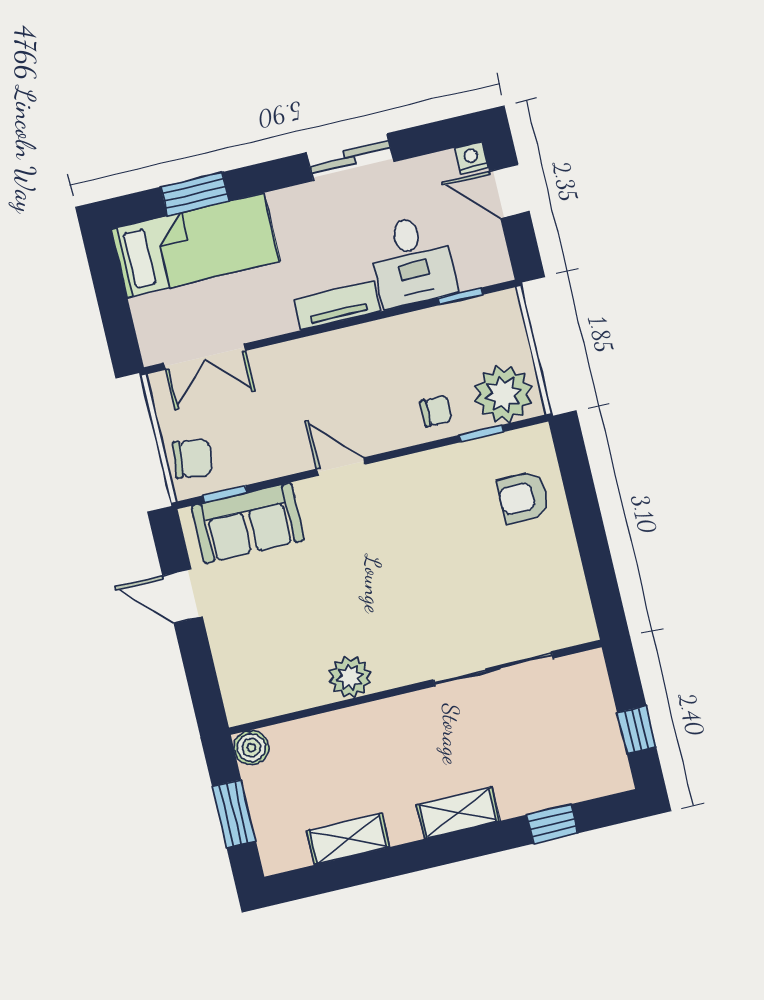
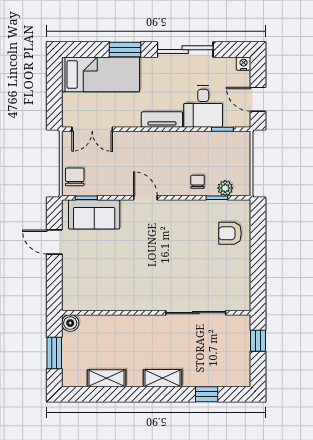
sliding door: (350, 157) -> (185, 50), width x1.37
door: (509, 191) -> (258, 99), moved
window: (195, 194) -> (125, 50), moved
plant: (503, 394) -> (225, 188), width x0.53, depth x0.53
chair: (436, 411) -> (198, 182), turned -90
chair: (192, 459) -> (75, 177), turned -98
plant: (350, 677) -> (126, 300), removed
window: (637, 730) -> (258, 341), moved

